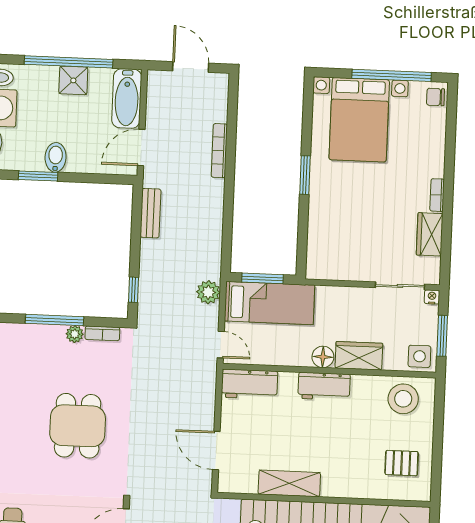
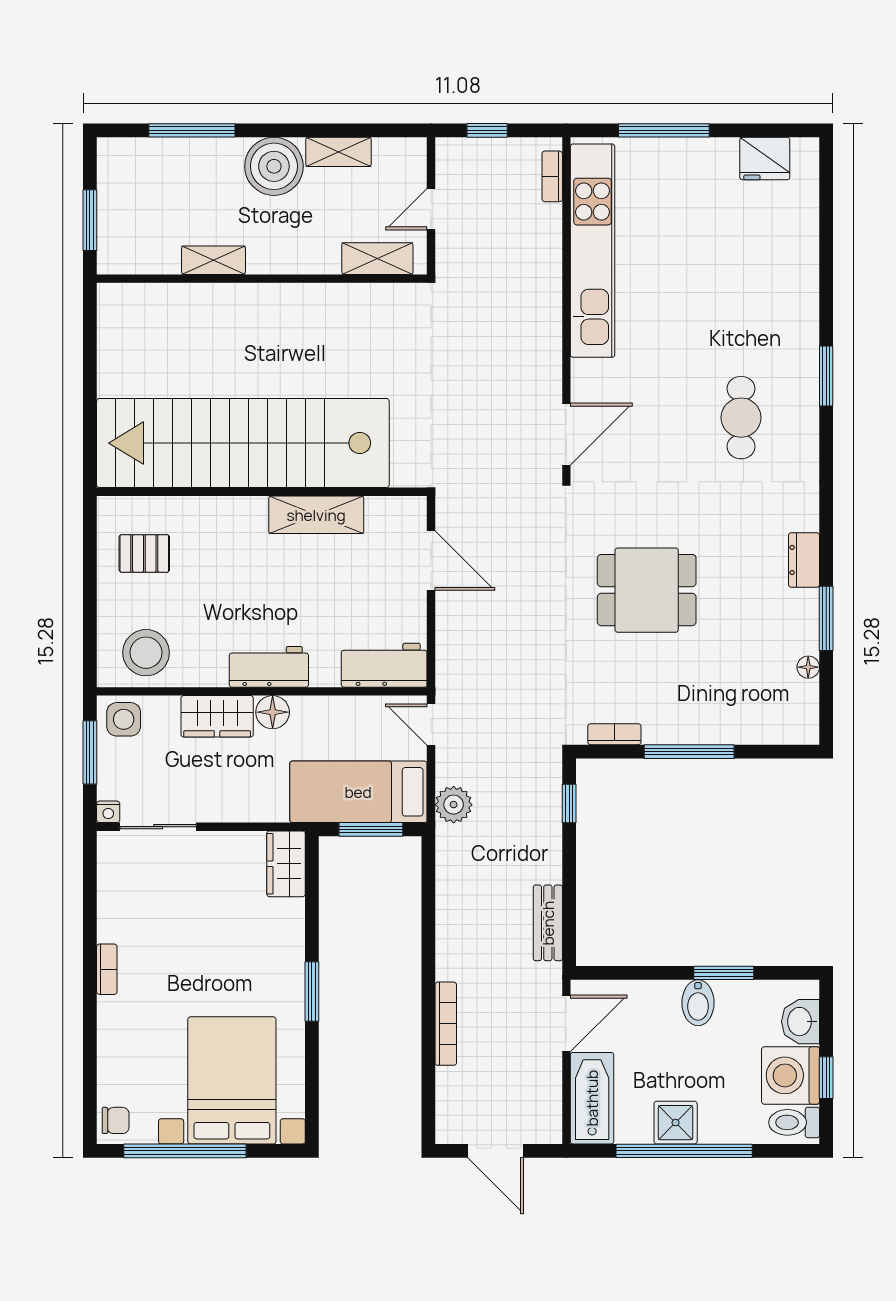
wardrobe: (430, 234) -> (286, 864), moved, turned 180
plant: (75, 334) -> (657, 731), removed
dining table: (78, 426) -> (647, 590), turned 90

